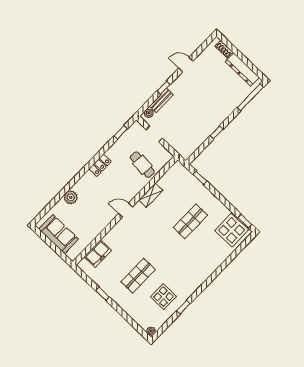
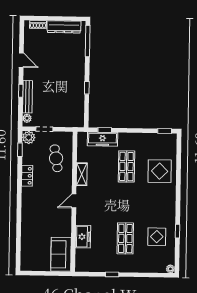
door: (186, 65) -> (21, 60), swing flipped
bench: (161, 100) -> (28, 97), width x1.36
locker: (100, 165) -> (27, 176), moved
cafe table: (142, 165) -> (56, 158), turned 76
freezer: (192, 183) -> (102, 139), added
plant: (71, 197) -> (29, 137), moved
display table: (232, 230) -> (160, 171), moved
sofa: (59, 234) -> (61, 254), moved, turned -90
freezer: (98, 254) -> (83, 237), moved

